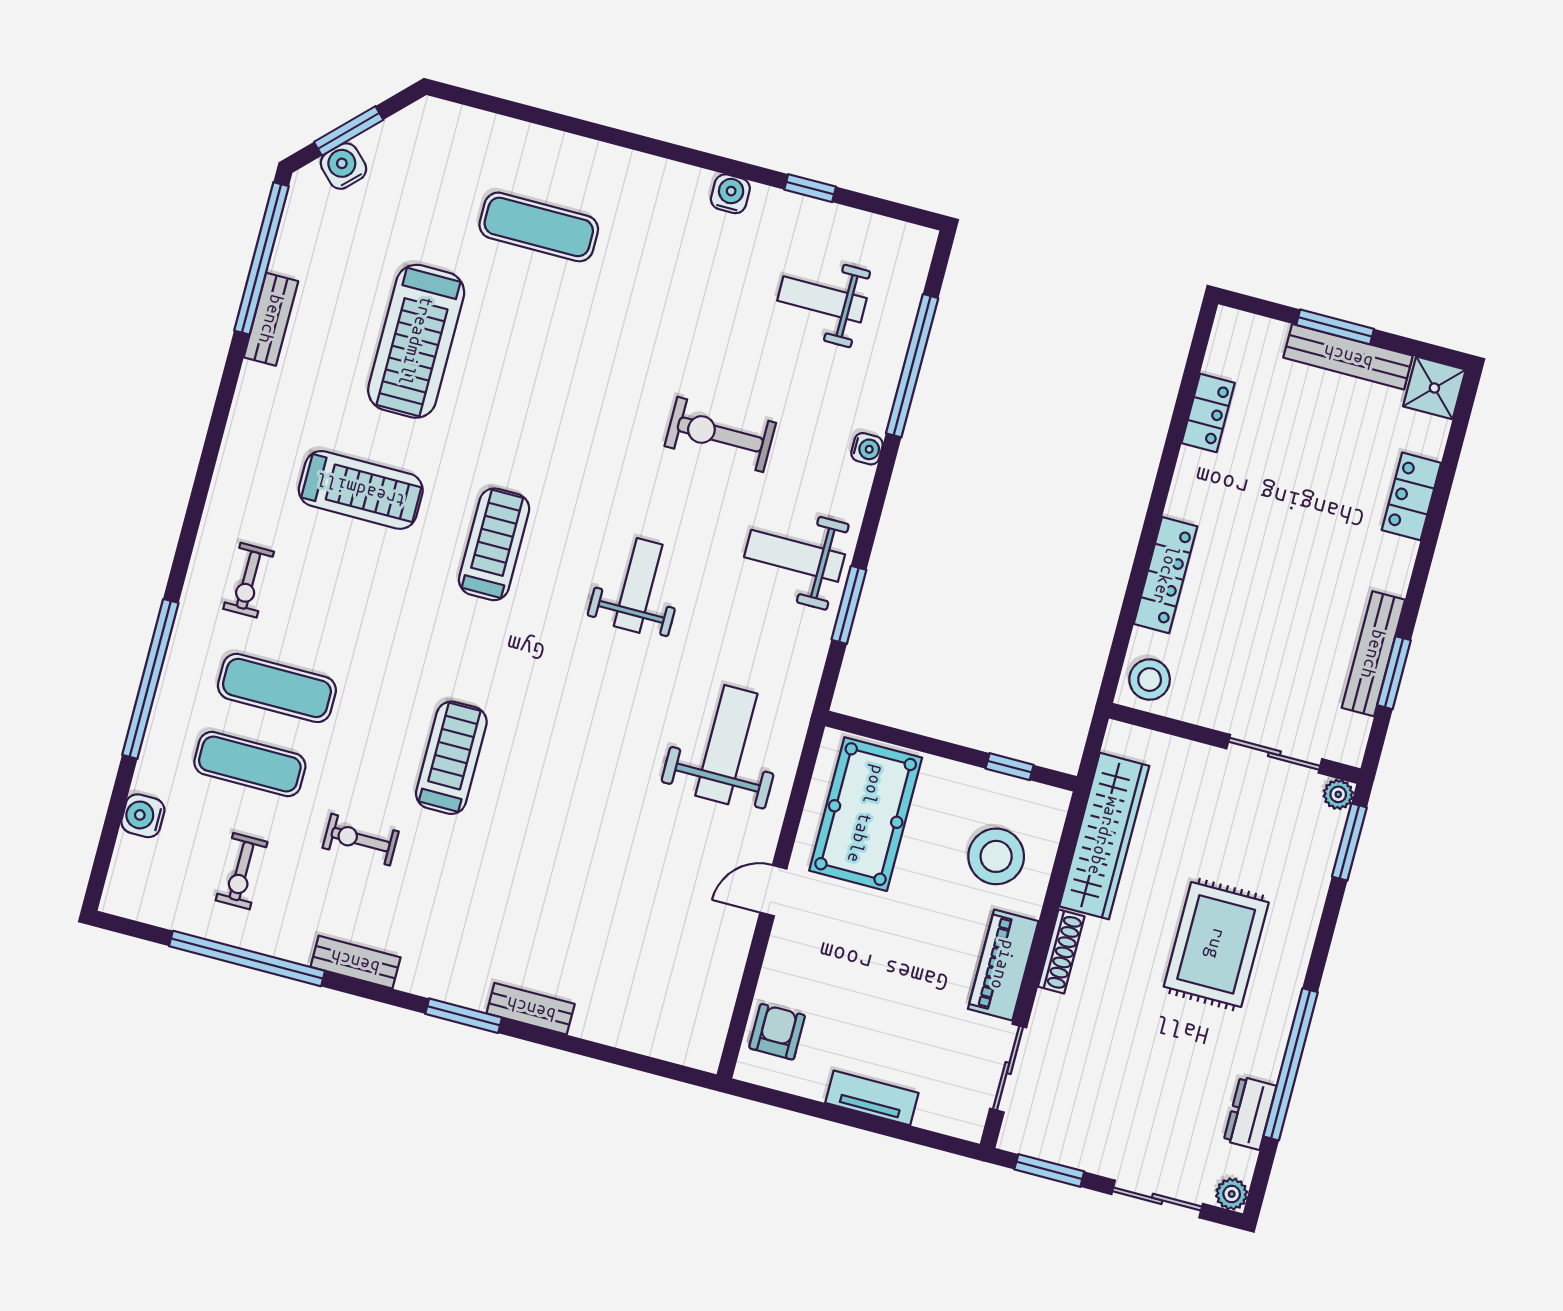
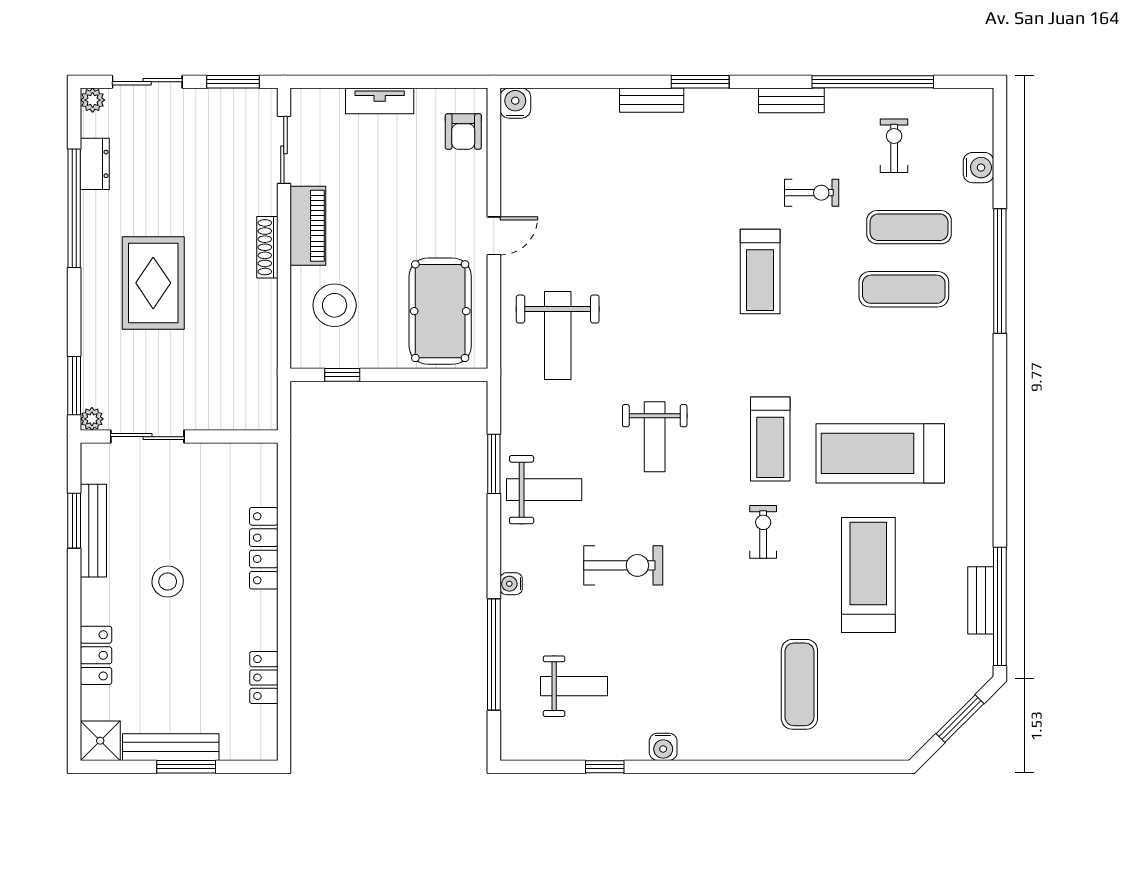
water cooler: (343, 166) -> (515, 103), moved, turned -135
exercise mat: (539, 227) -> (799, 684), turned 90
bench: (271, 319) -> (981, 600), moved
treadmill: (361, 490) -> (880, 453), width x1.37, depth x1.38
exercise bike: (249, 580) -> (763, 532), moved
stool: (1150, 680) -> (168, 582), moved
wardrobe: (1104, 836) -> (258, 342), removed

